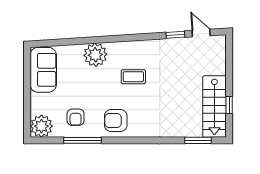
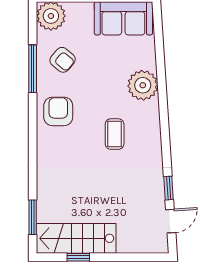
armchair: (76, 117) -> (63, 60), turned -140

